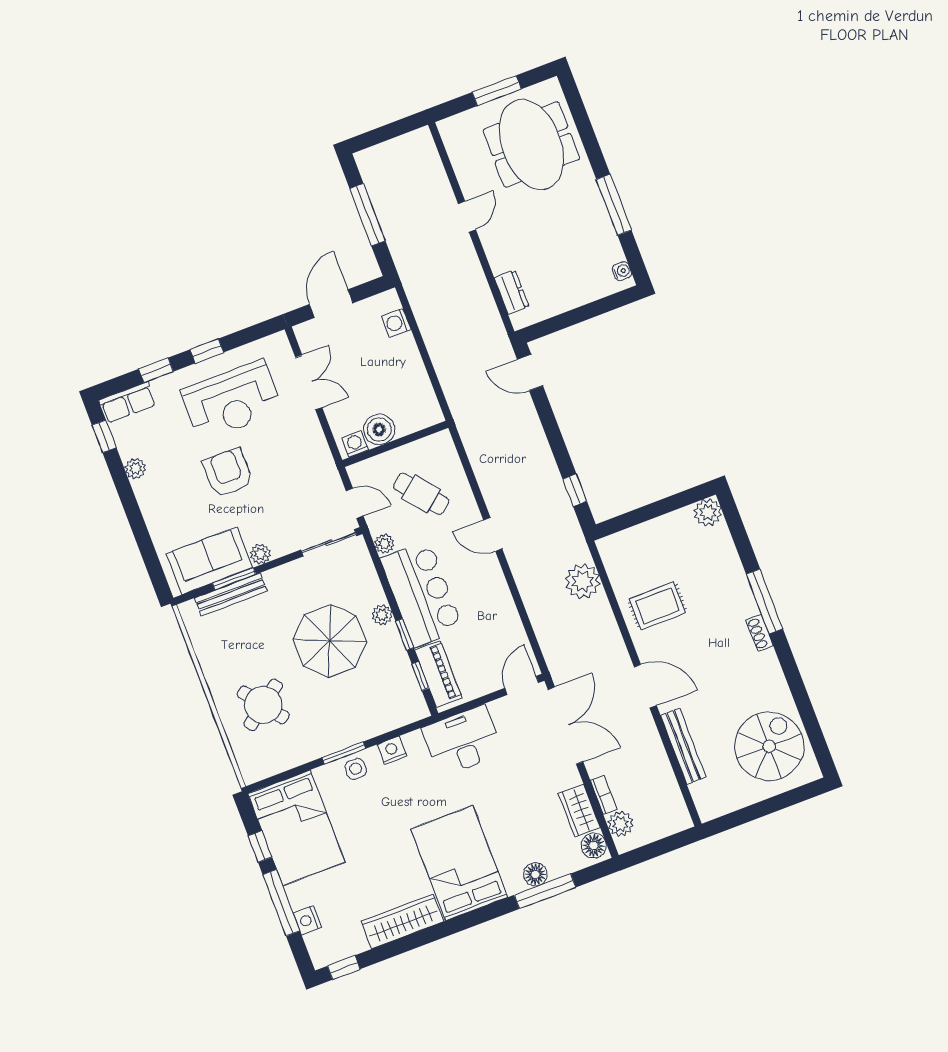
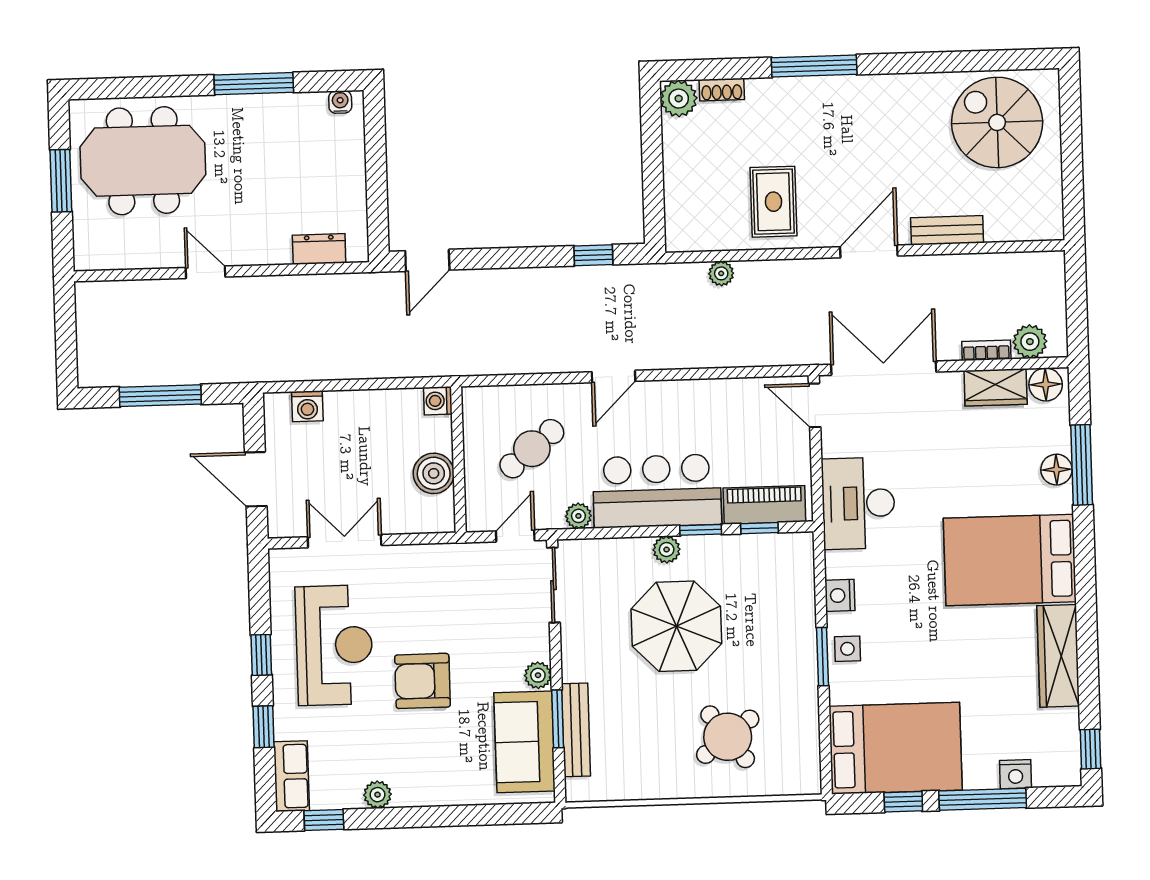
washing machine: (355, 444) -> (438, 401), moved
plant: (582, 581) -> (721, 273), width x0.53, depth x0.53
shoe rack: (760, 633) -> (722, 90), moved
bench: (683, 746) -> (947, 230), width x0.73

